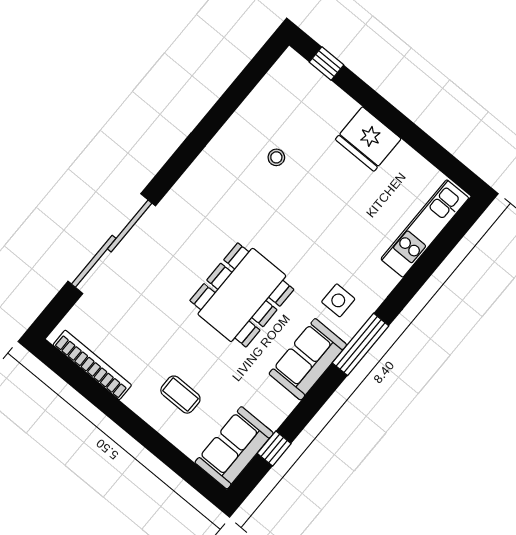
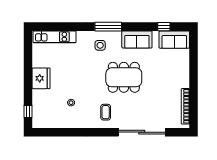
sofa: (308, 359) -> (137, 39), moved
coffee table: (180, 395) -> (106, 112), moved

